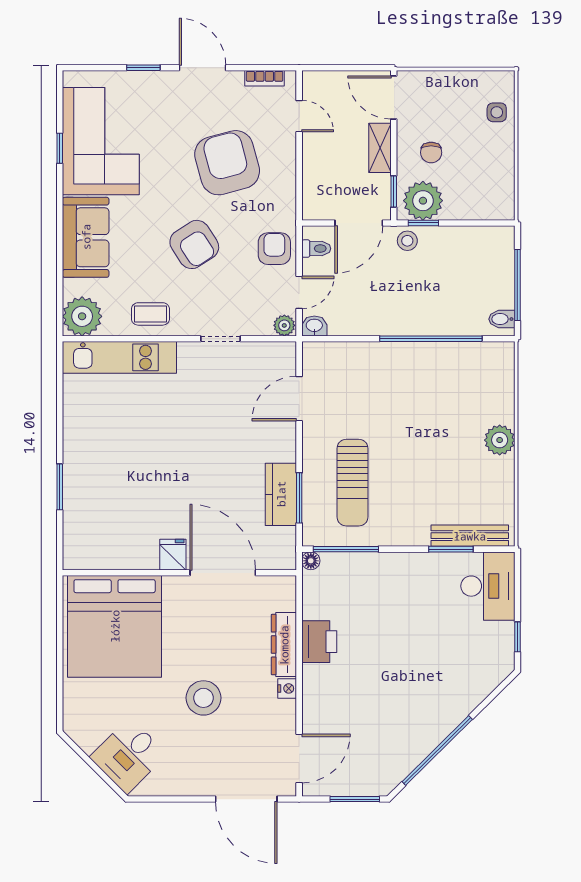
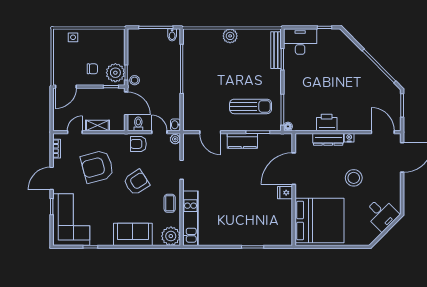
corner sofa: (101, 141) -> (71, 220), moved, turned 90
shelving: (380, 148) -> (97, 125), moved
kitchen counter: (281, 494) -> (242, 141), moved

